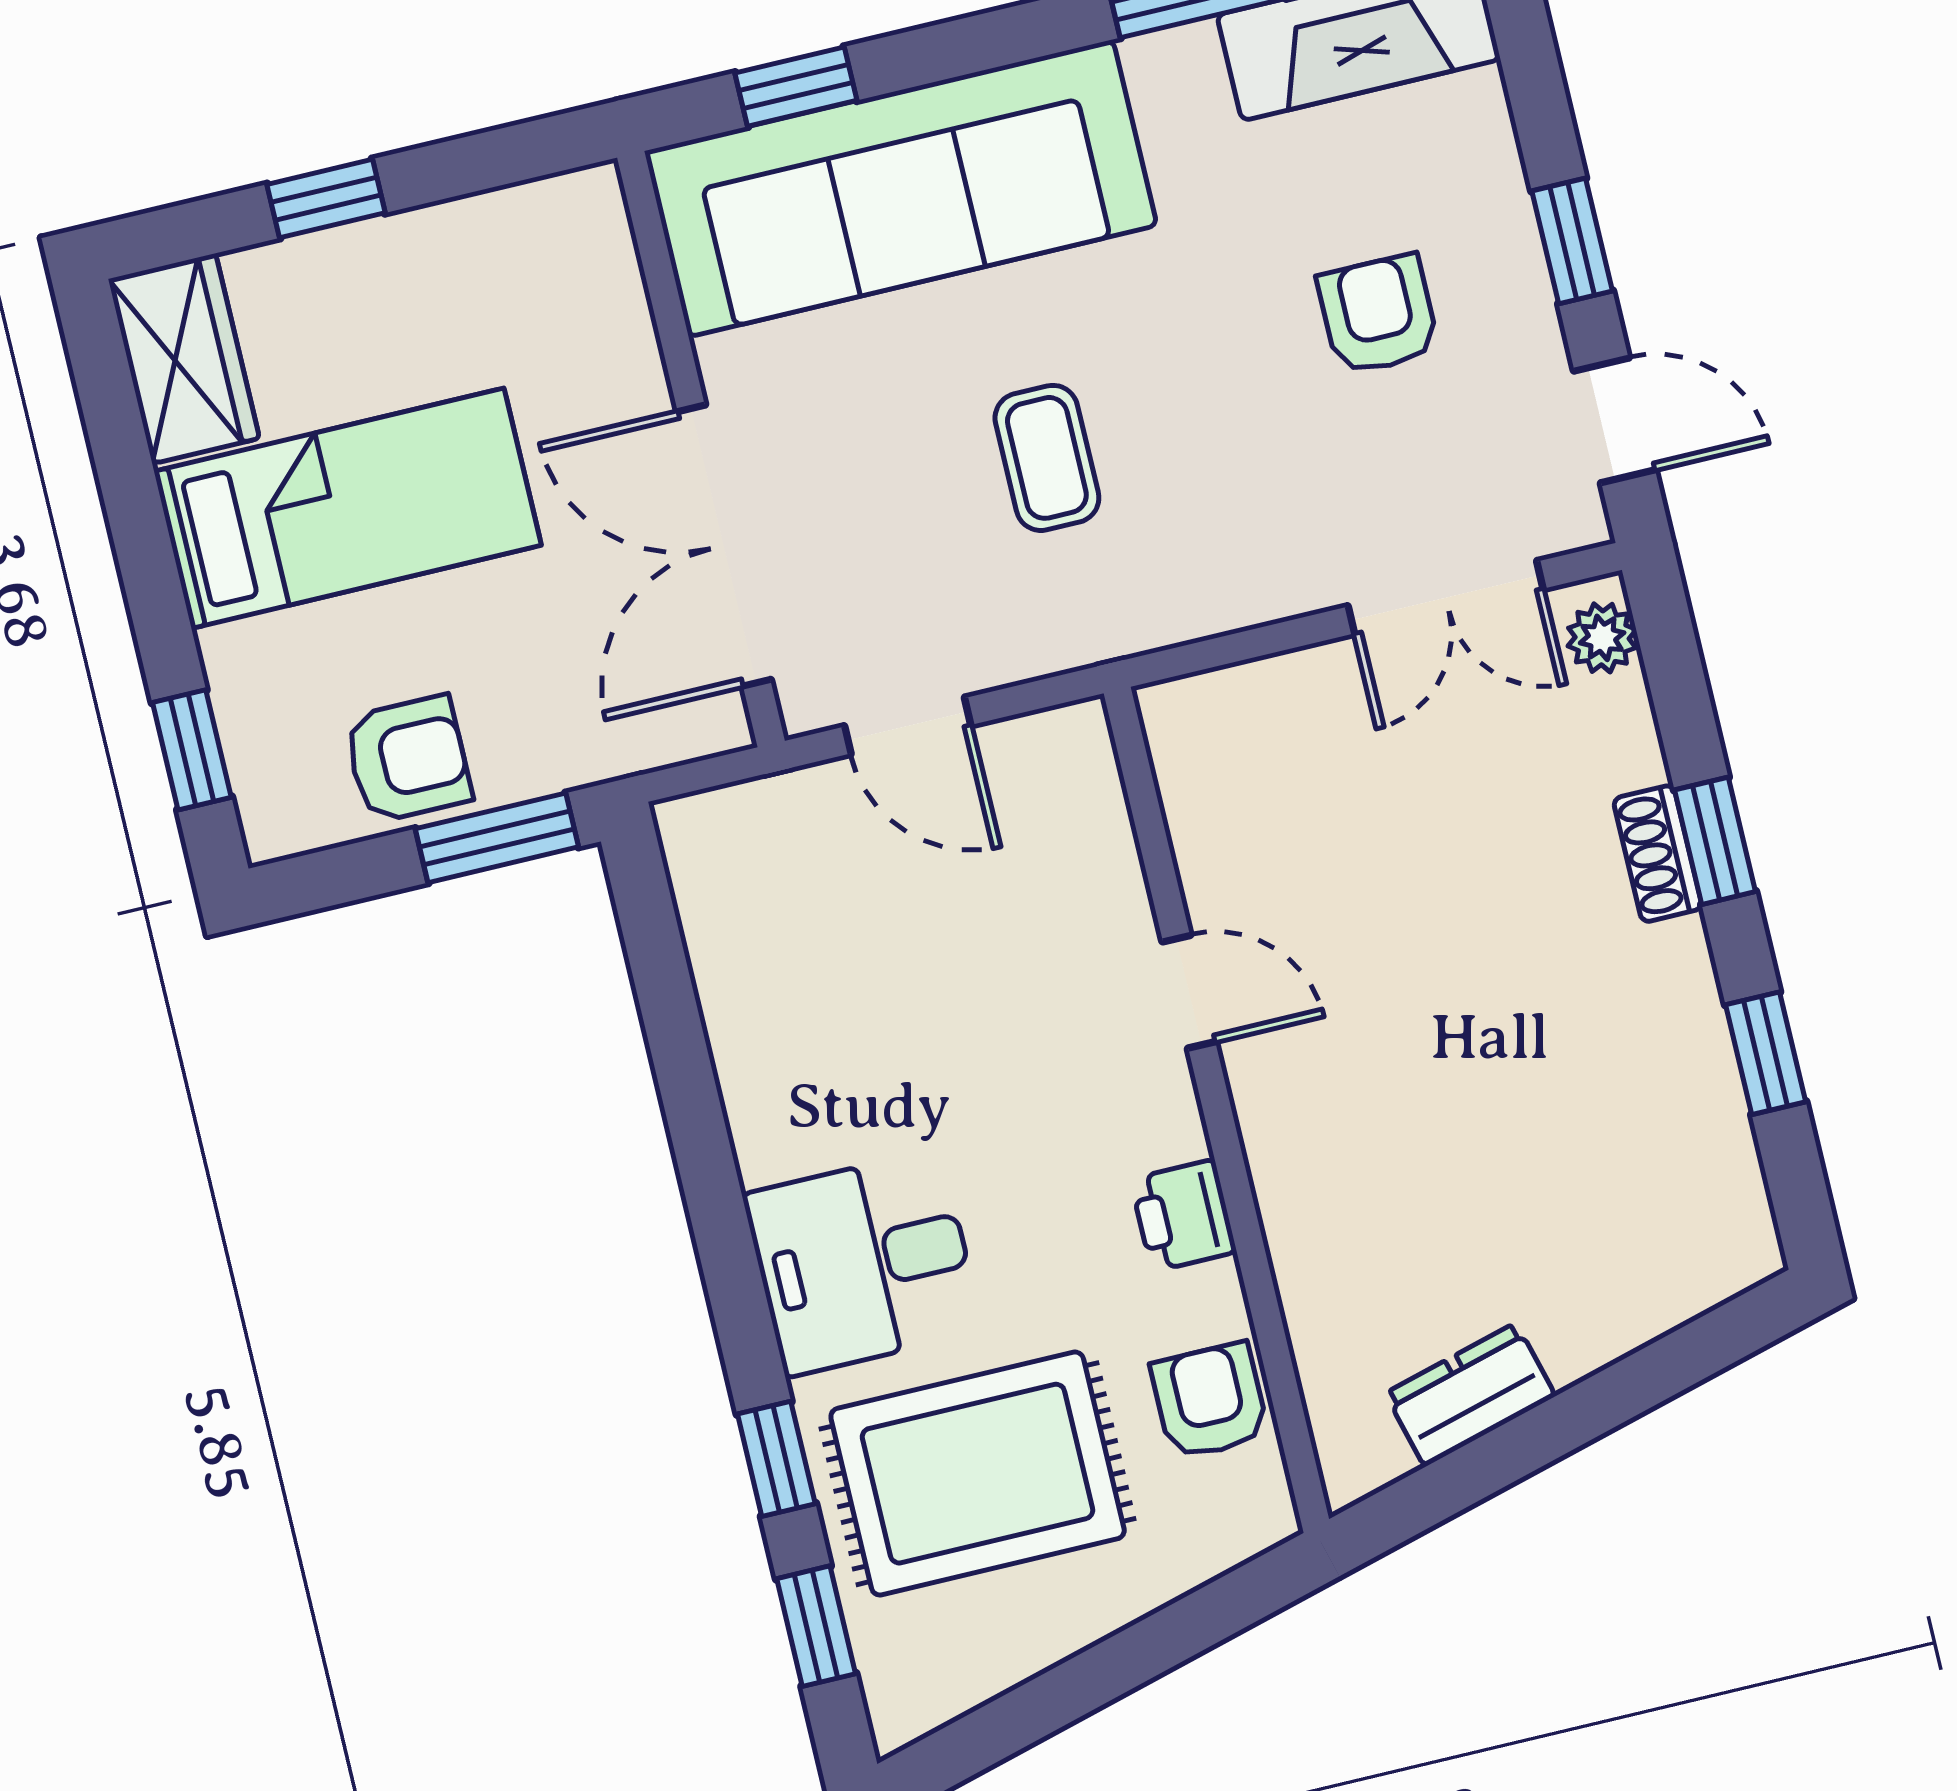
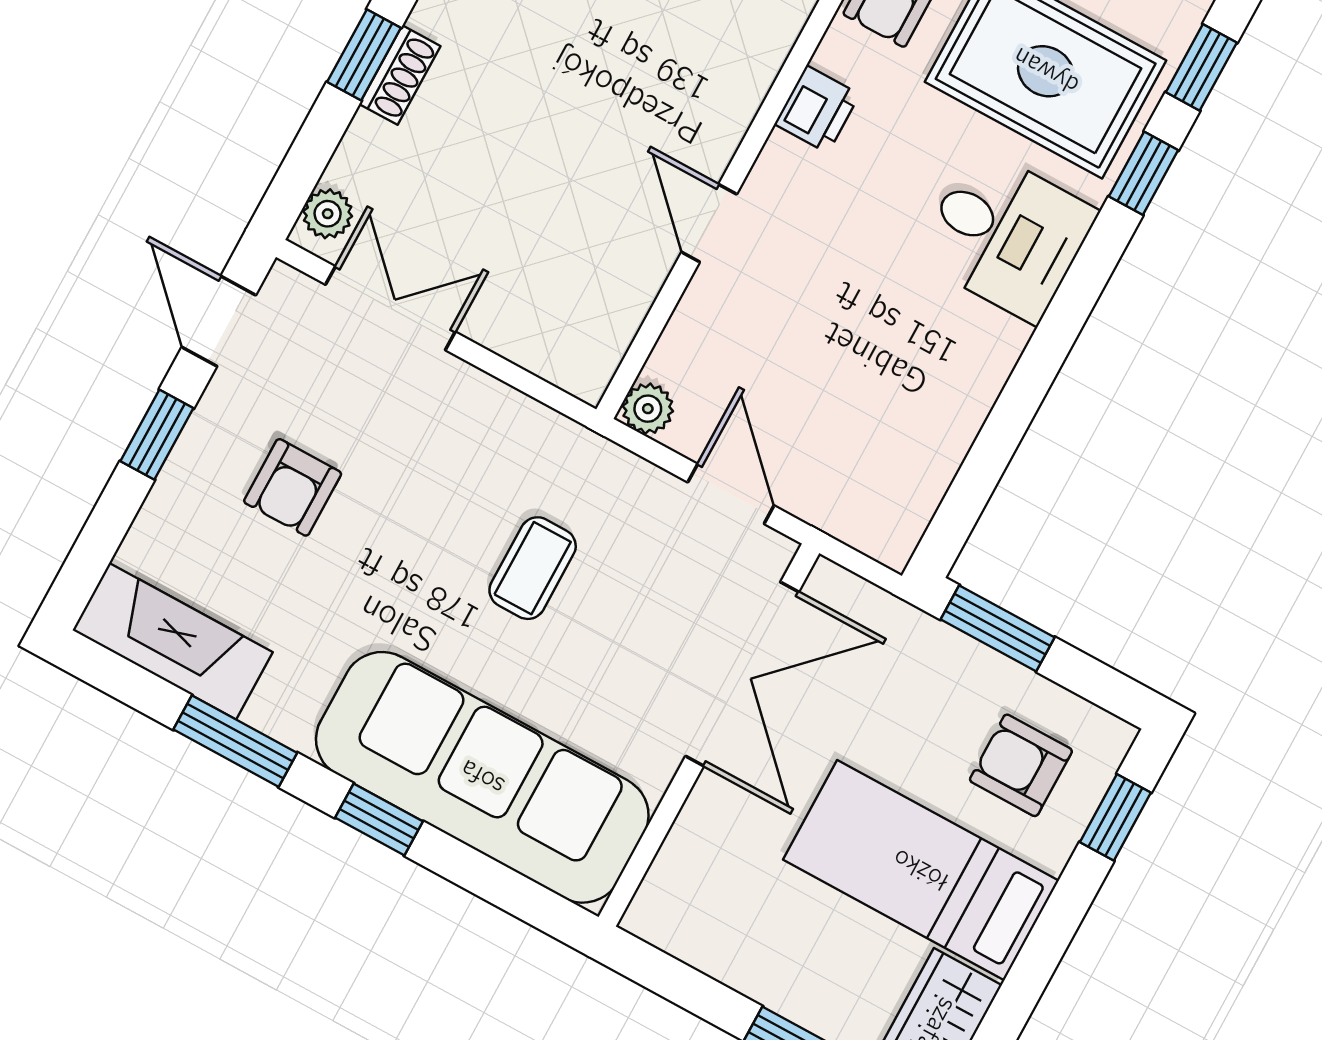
window: (796, 87) -> (379, 820), moved
plant: (1077, 737) -> (648, 409), added
armchair: (408, 759) -> (1021, 765), moved

